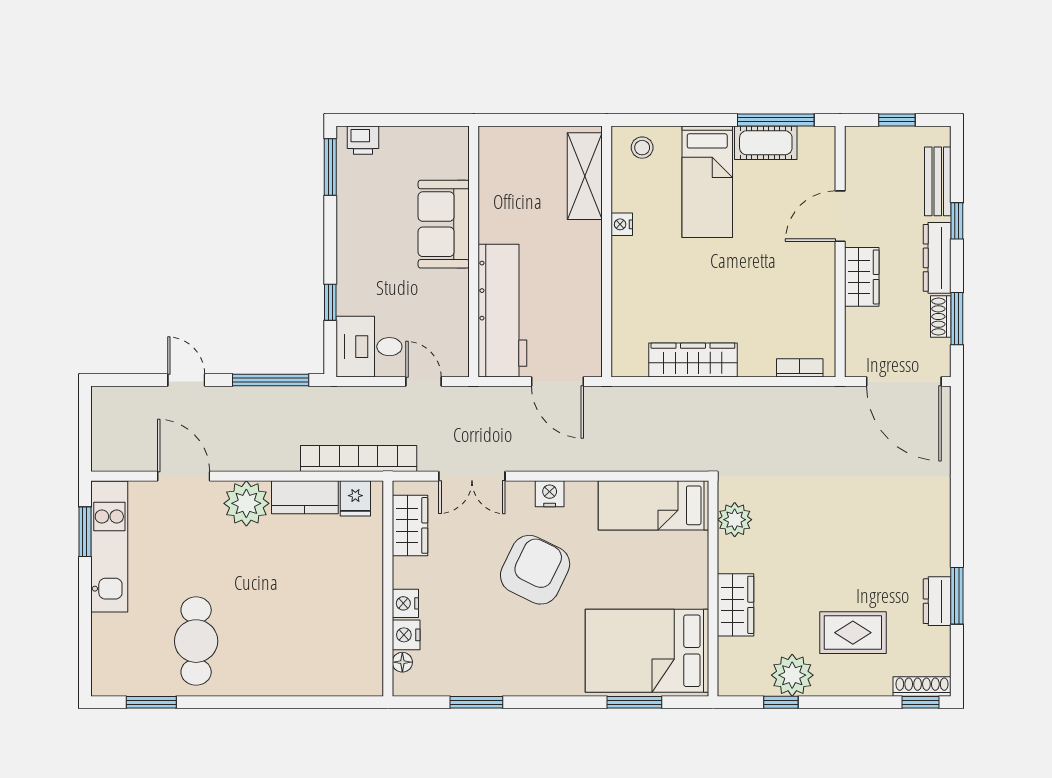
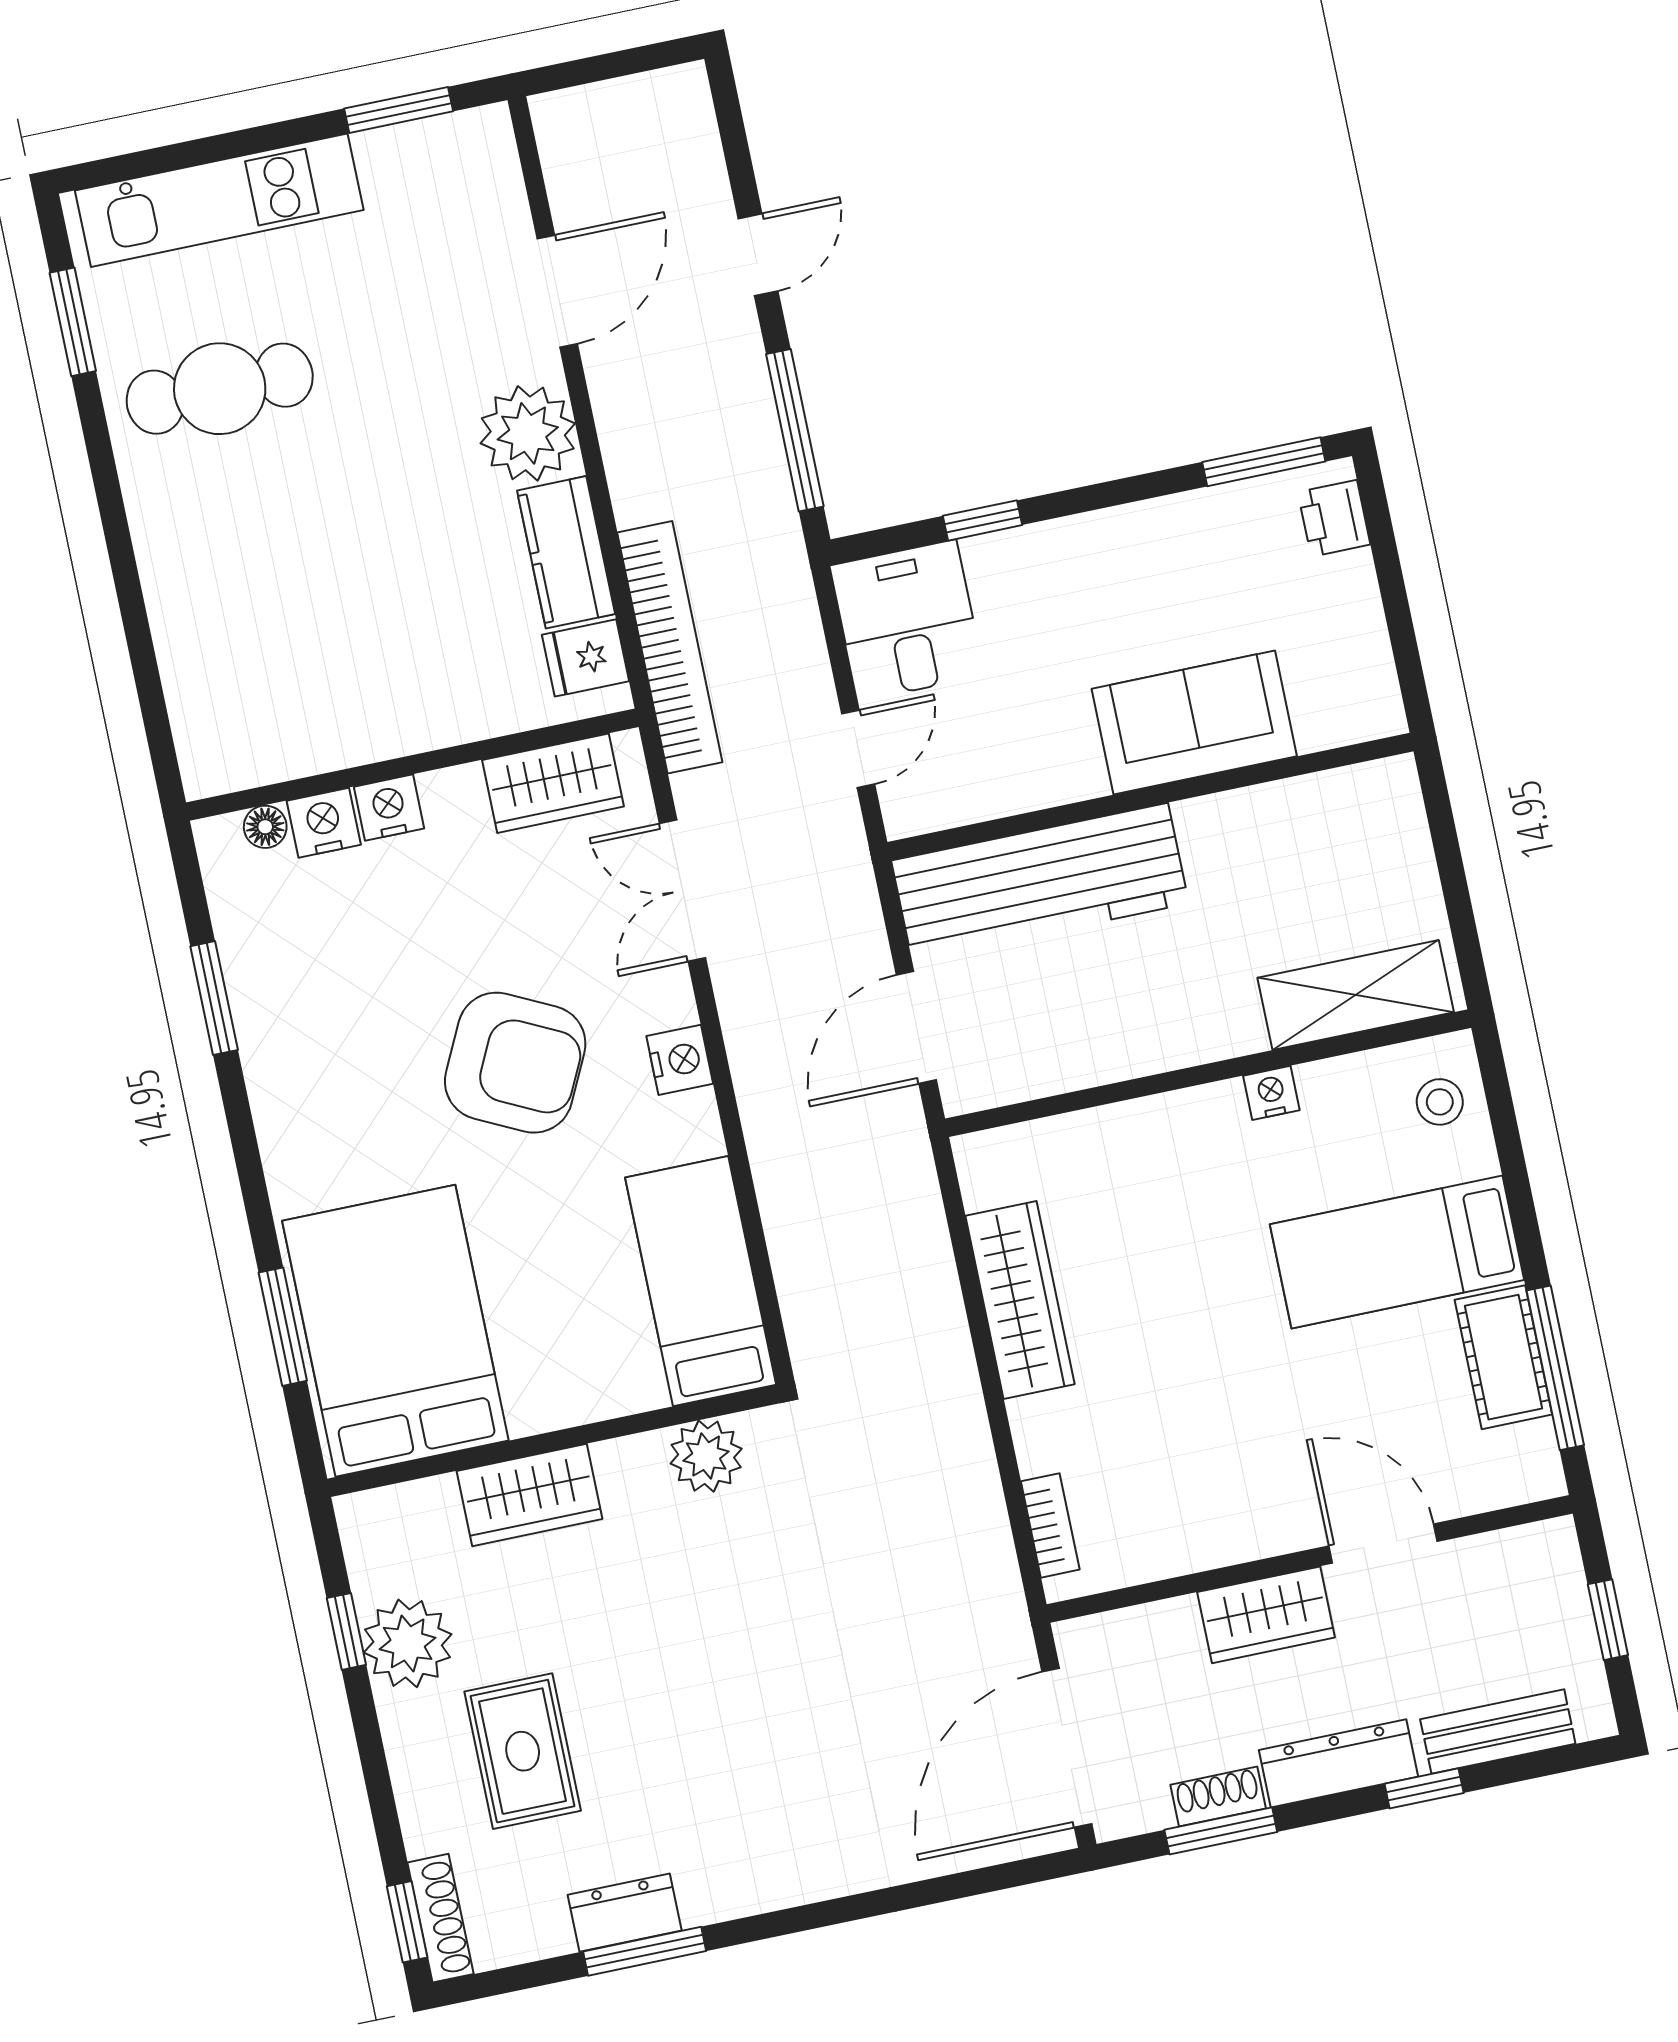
kitchen unit: (109, 547) -> (219, 200), moved

